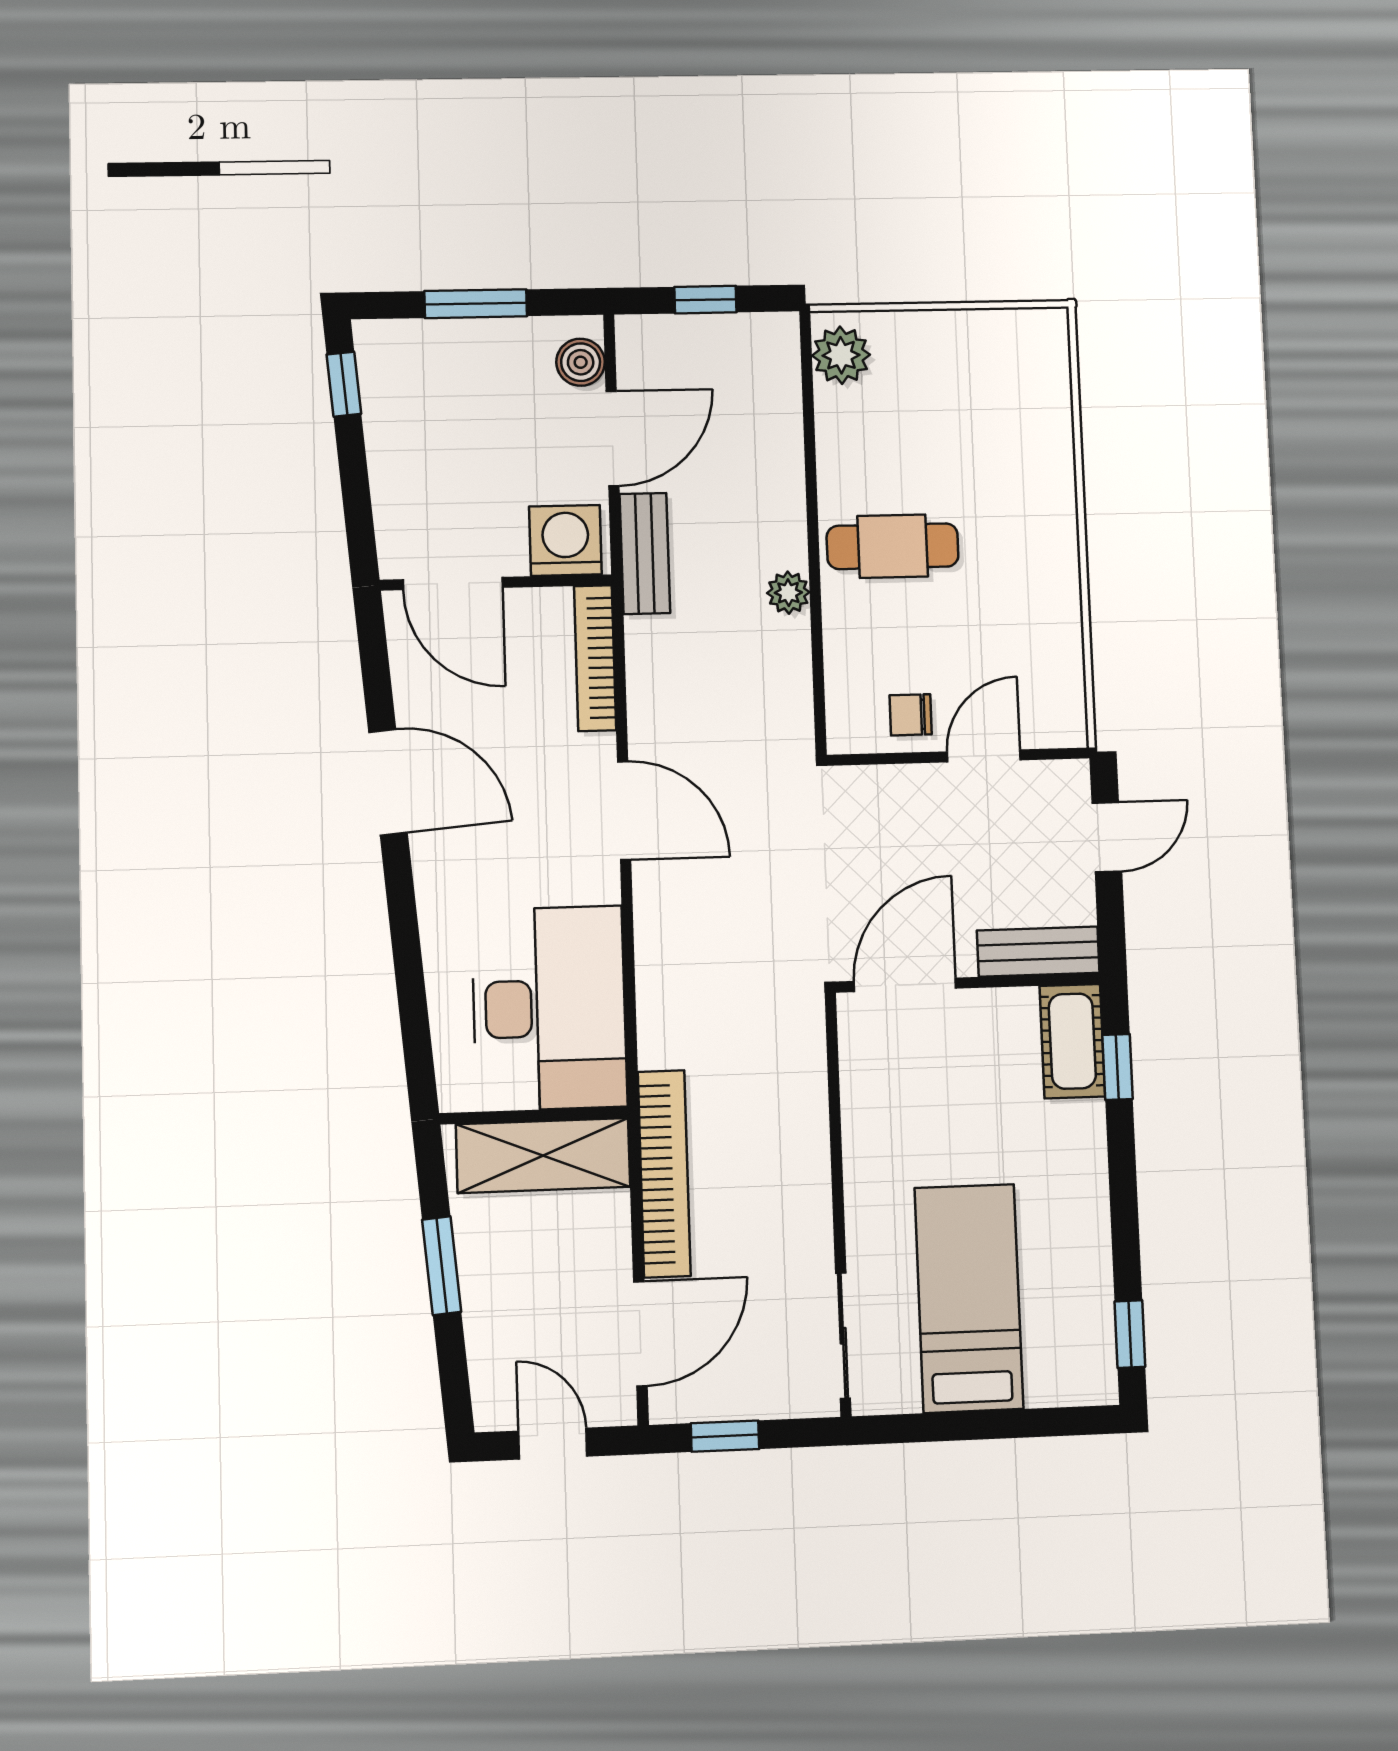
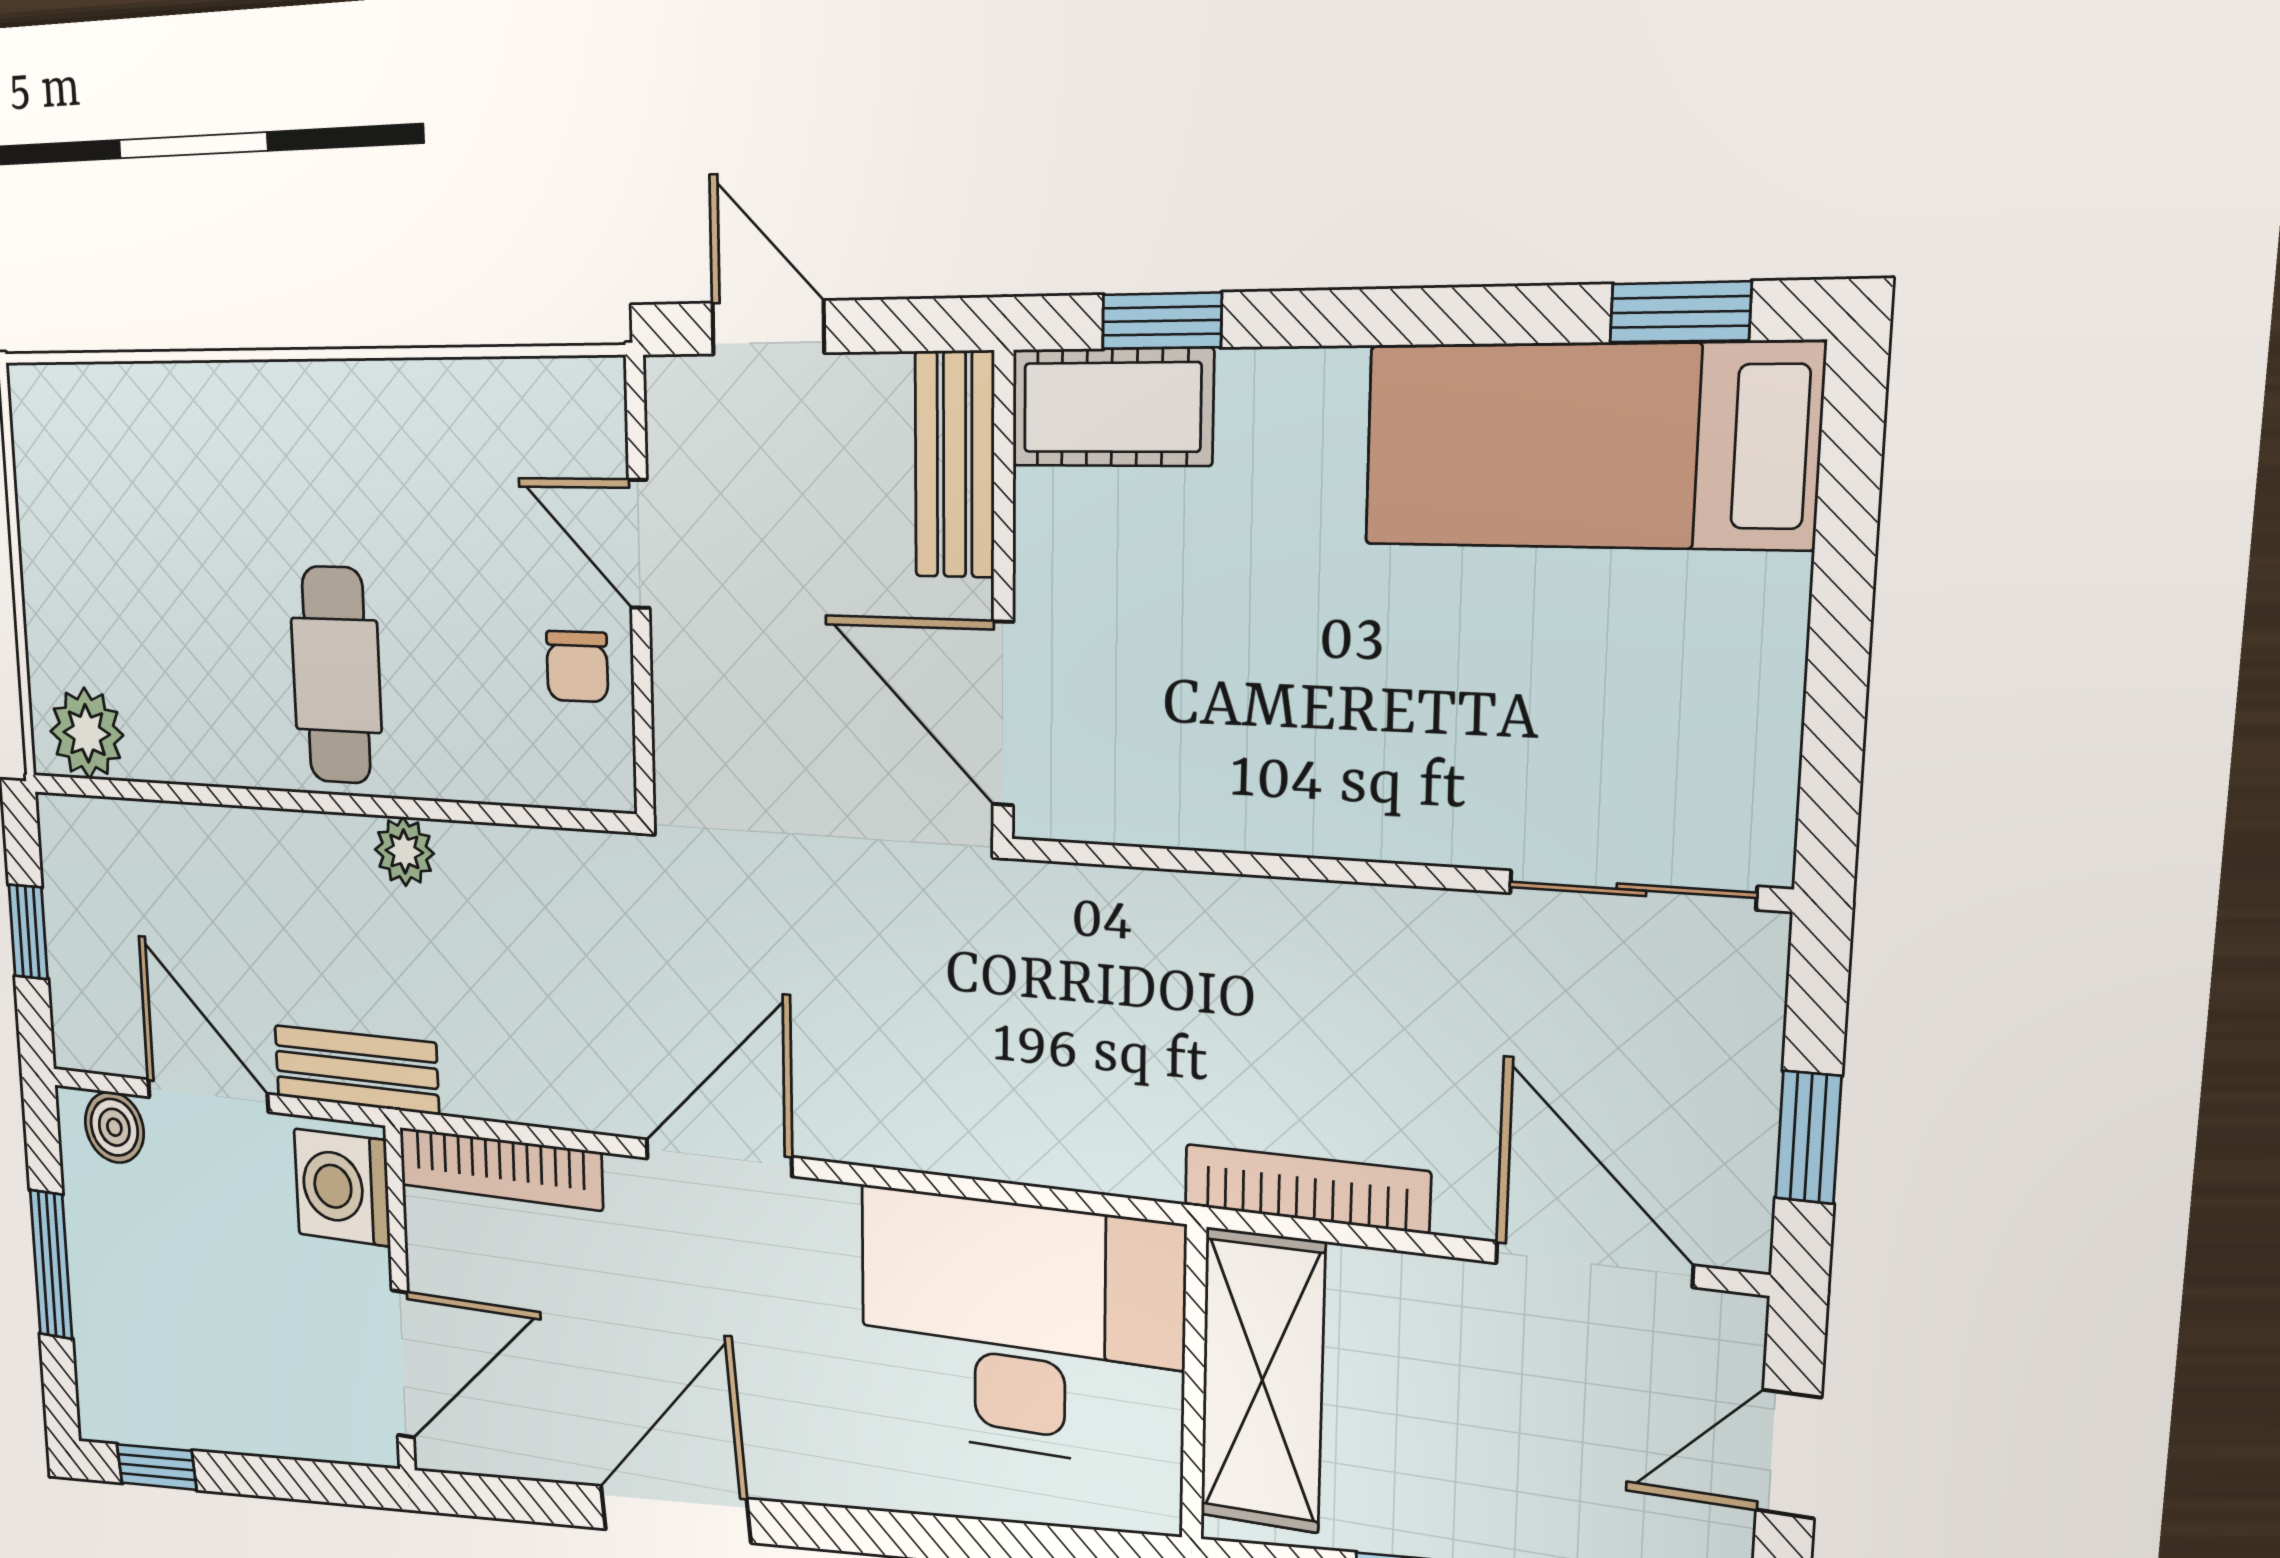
bookcase: (664, 1174) -> (1306, 1188), width x0.68, depth x0.76
bed: (969, 1298) -> (1587, 446), moved

